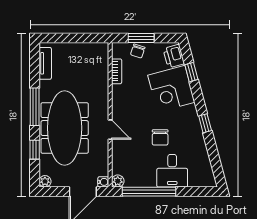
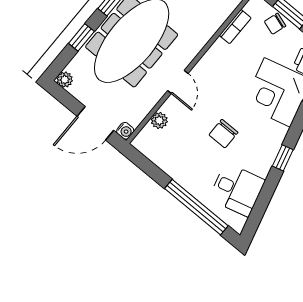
desk: (172, 171) -> (237, 190), moved, turned -105
plant: (118, 181) -> (159, 121), moved
window: (149, 192) -> (196, 207), moved

